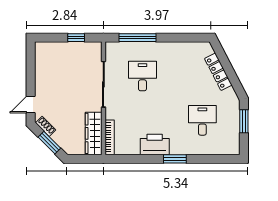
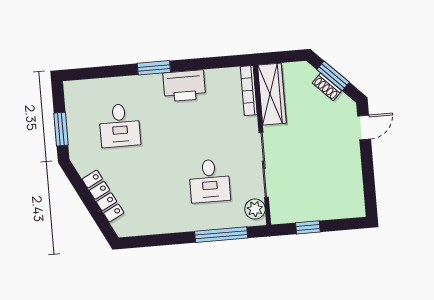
plant: (112, 54) -> (255, 209), added
shoe rack: (46, 126) -> (327, 87), moved

